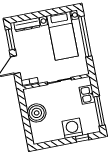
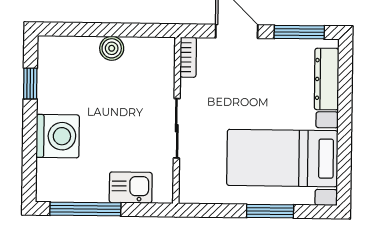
window: (85, 36) -> (270, 211), width x0.47
boiler: (37, 113) -> (112, 48), width x0.54, depth x0.54
window: (82, 138) -> (30, 84), moved

